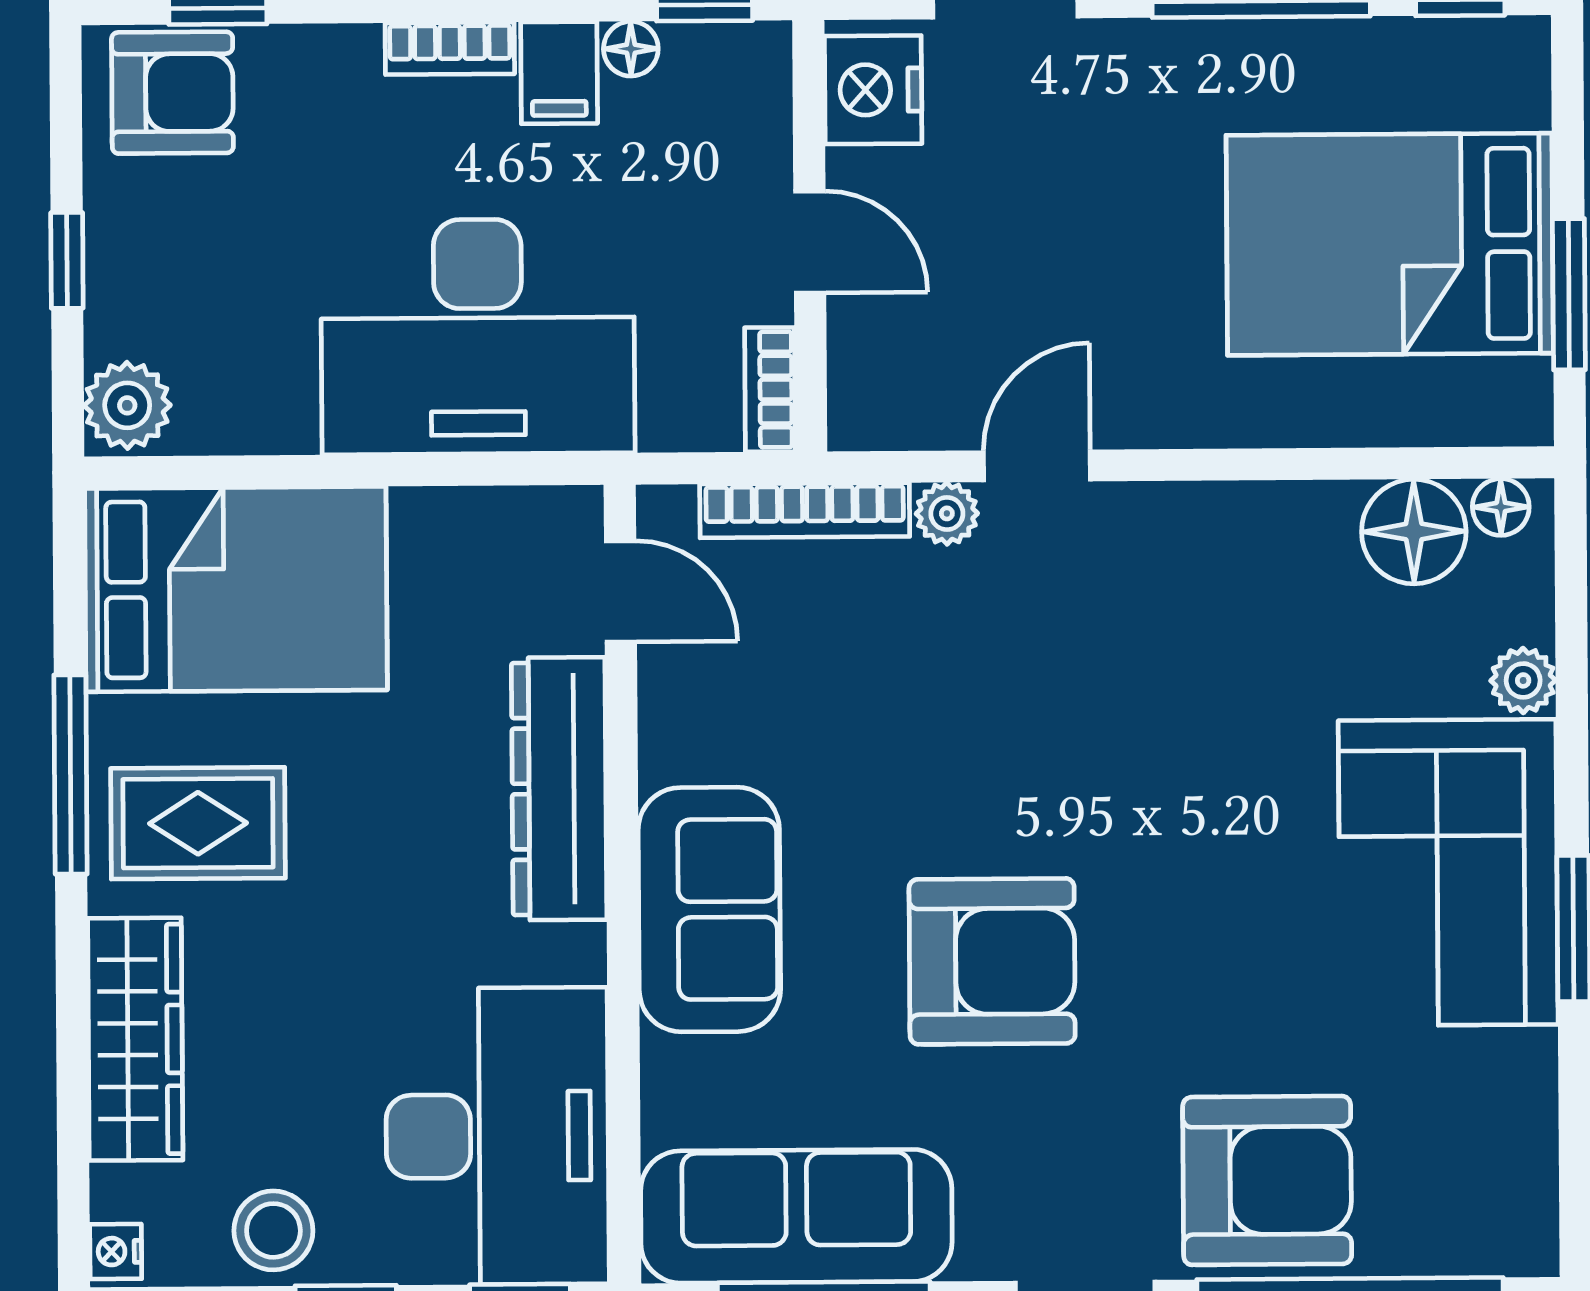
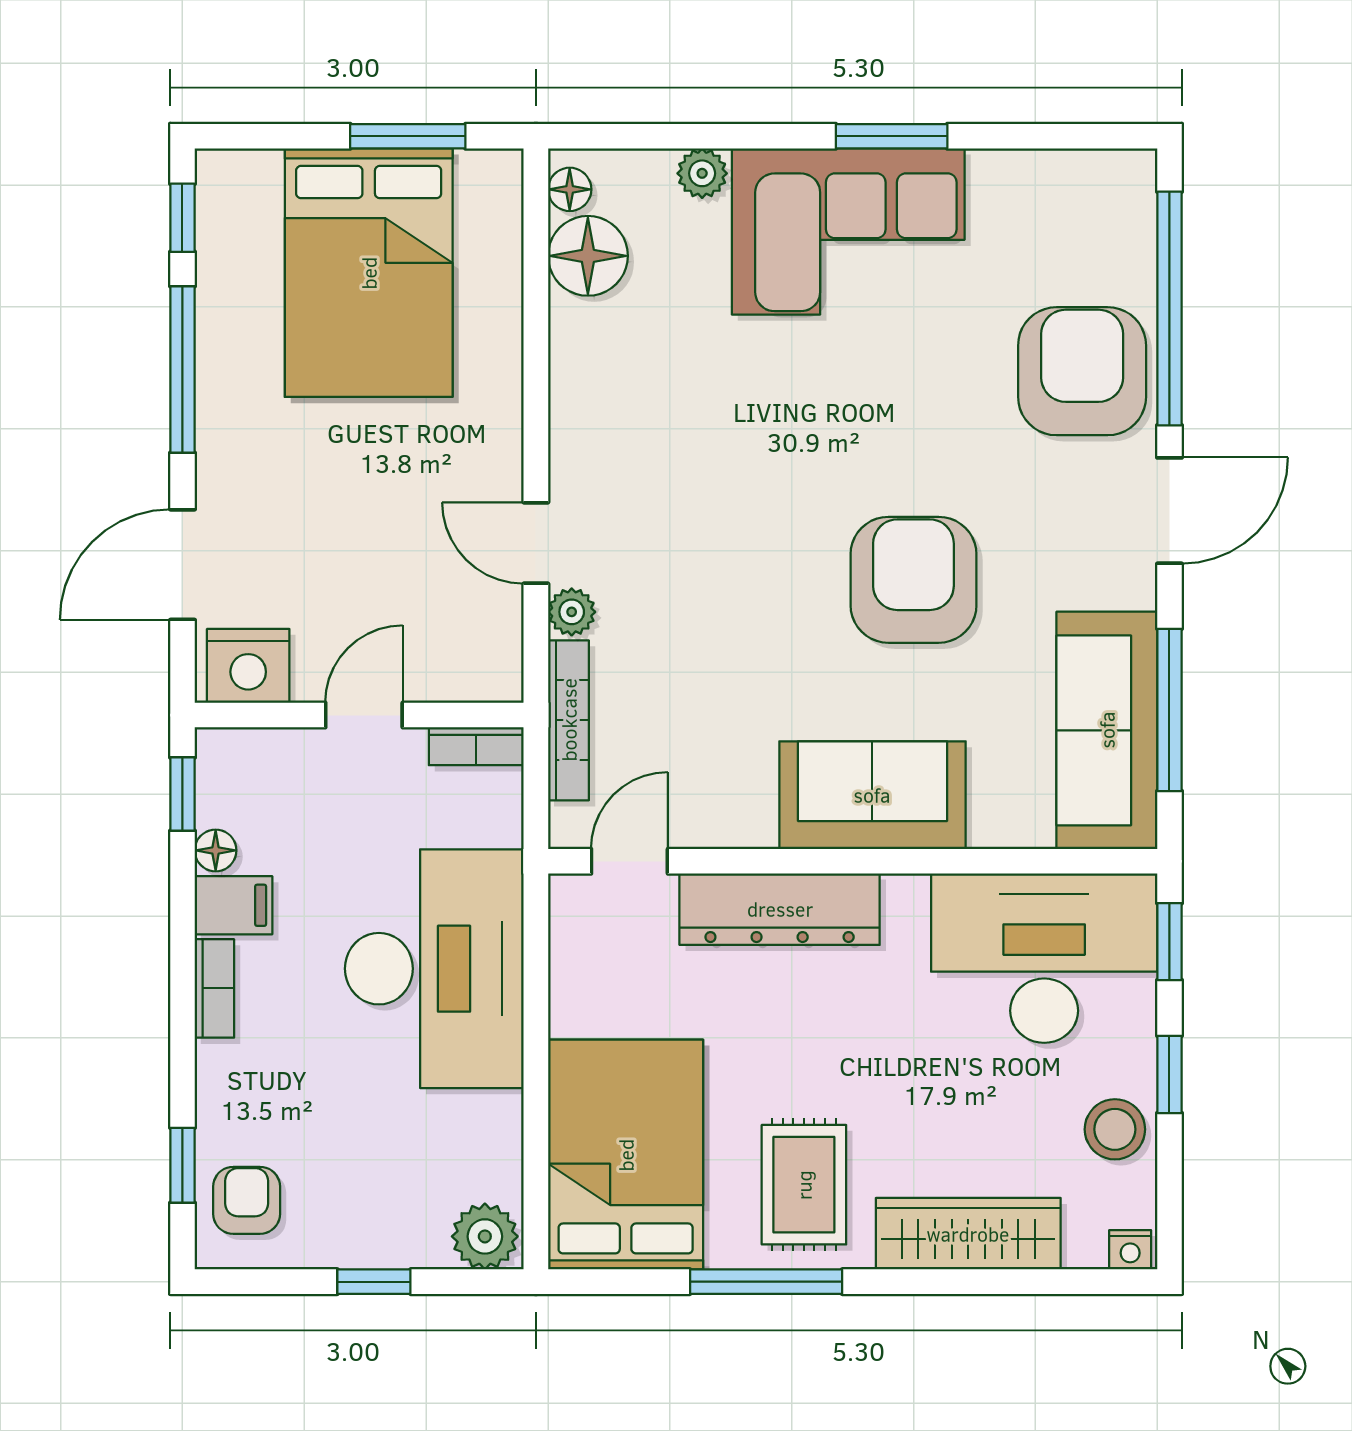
armchair: (172, 93) -> (247, 1200), width x0.72, depth x0.72

